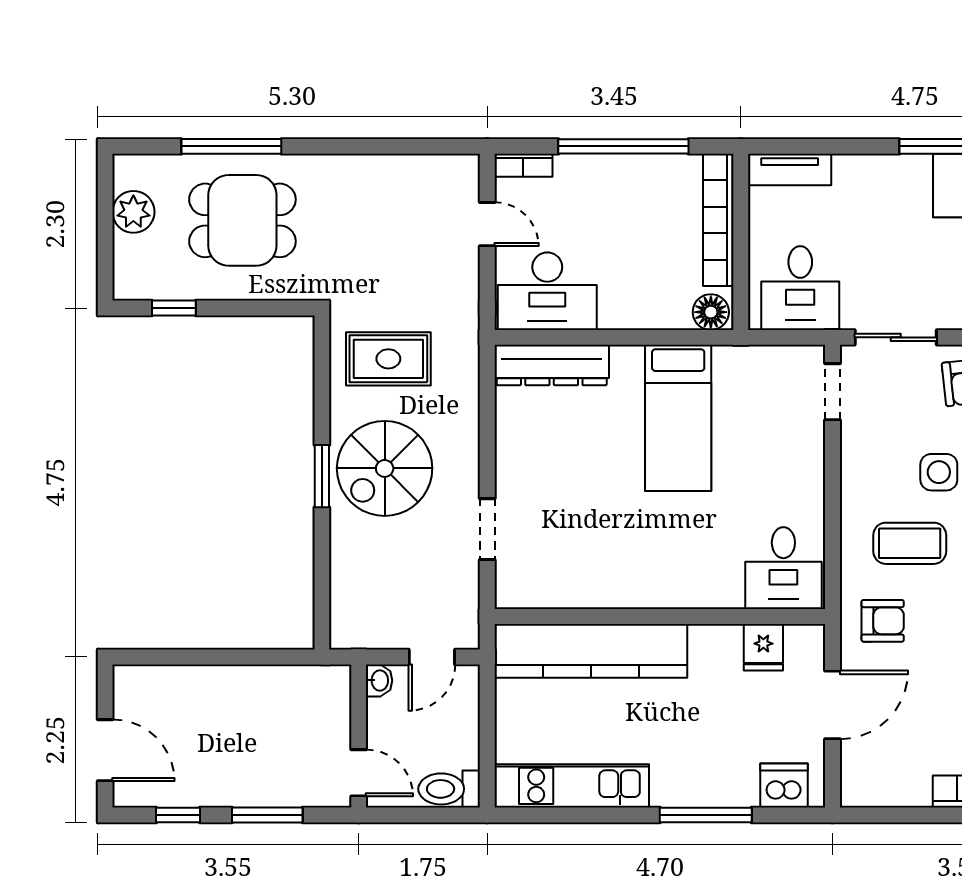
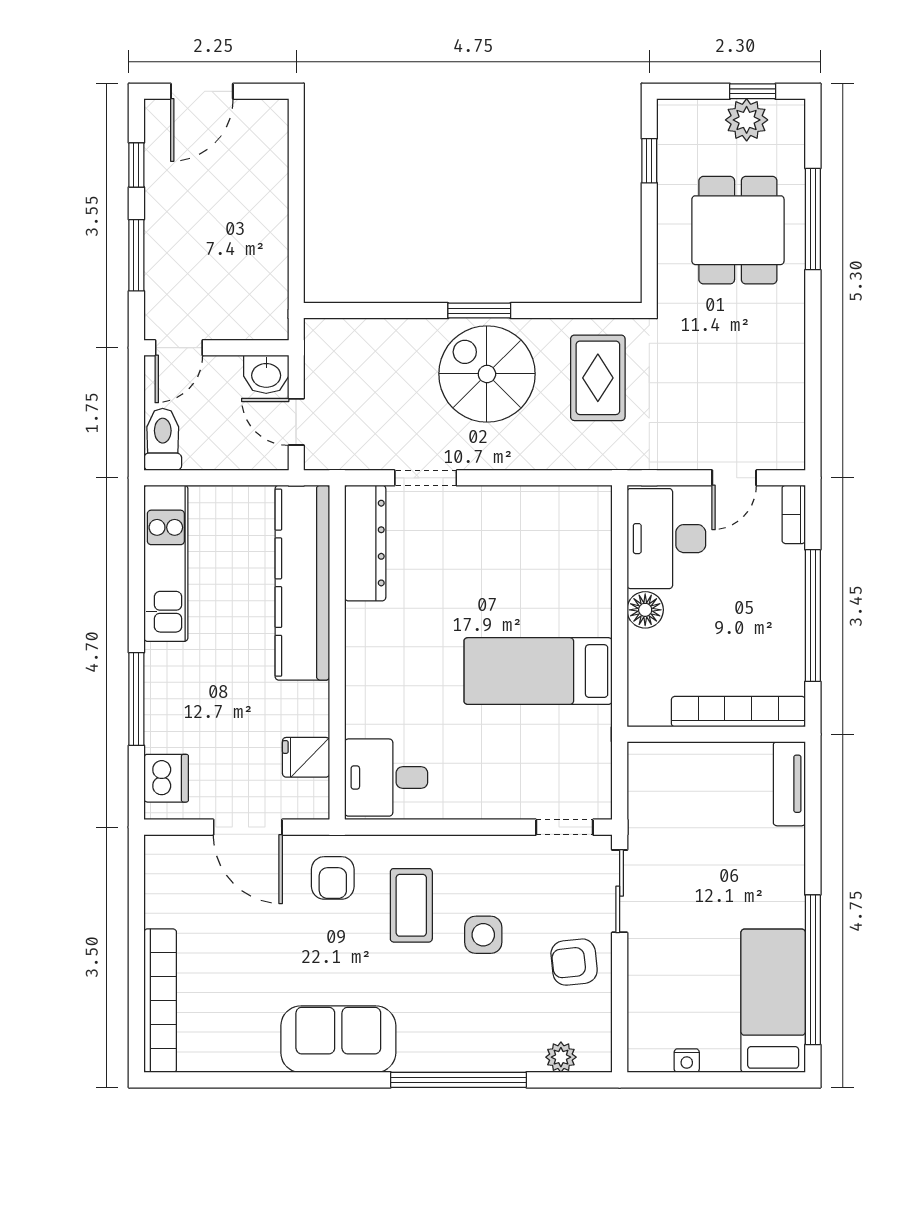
window: (105, 206) -> (753, 91), added
desk: (800, 288) -> (669, 795), removed
floor lamp: (711, 312) -> (645, 610), moved
dresser: (552, 365) -> (365, 543), moved, turned 180
washbasin: (379, 680) -> (266, 374), width x1.38, depth x1.45

